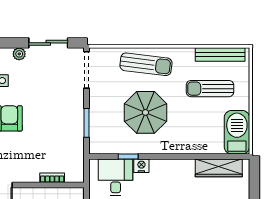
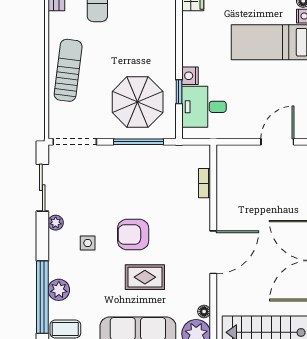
parasol: (145, 112) -> (138, 102), moved
window: (87, 123) -> (138, 142), width x1.44

